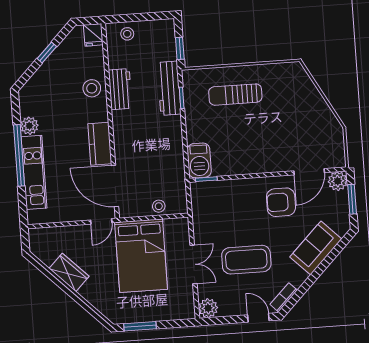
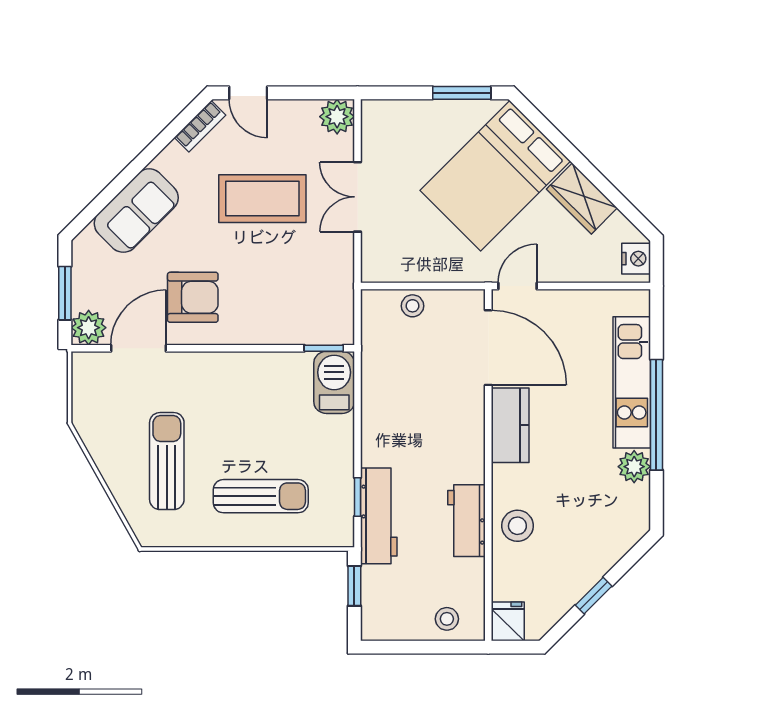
sun lounger: (289, 110) -> (167, 461), added
nightstand: (37, 241) -> (636, 259), added
bed: (141, 256) -> (495, 176), moved, turned -135

